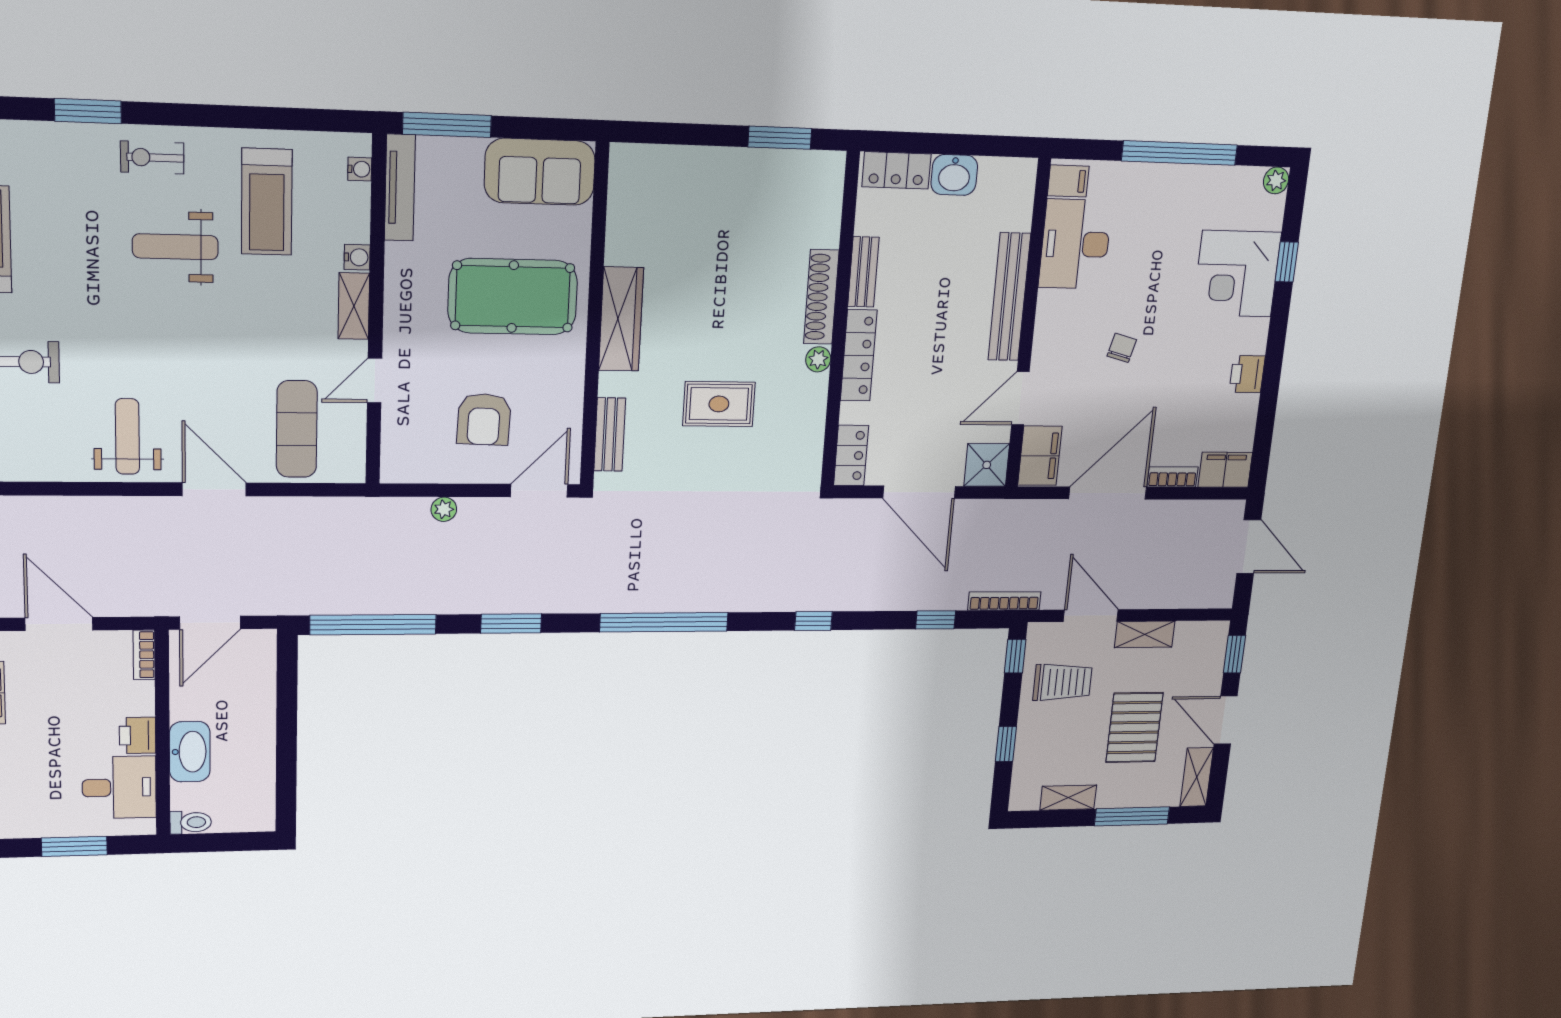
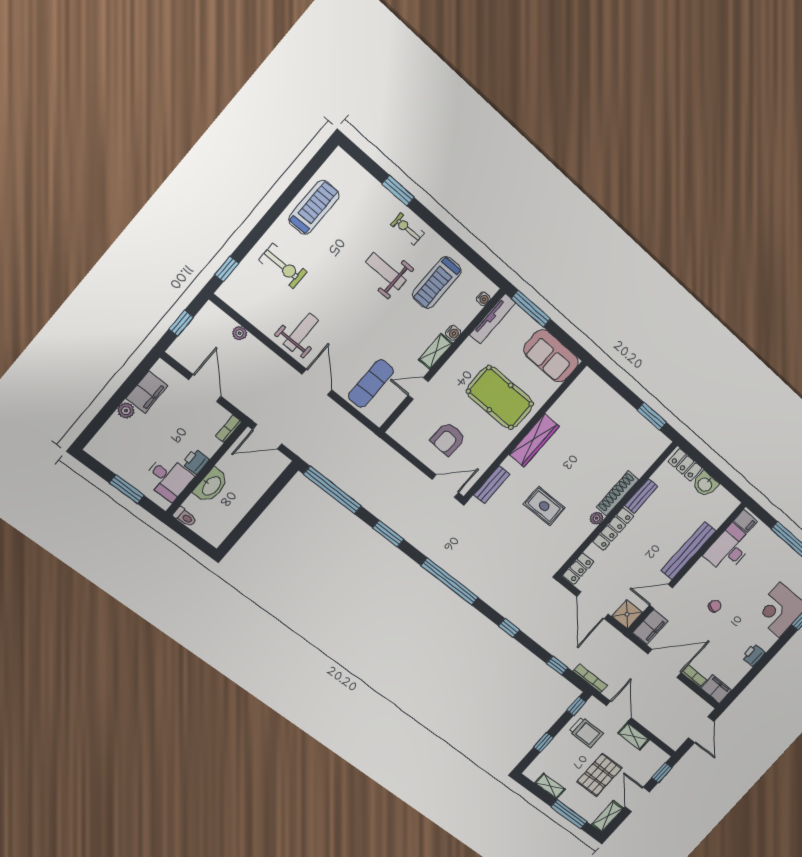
plant: (444, 509) -> (239, 333), moved

